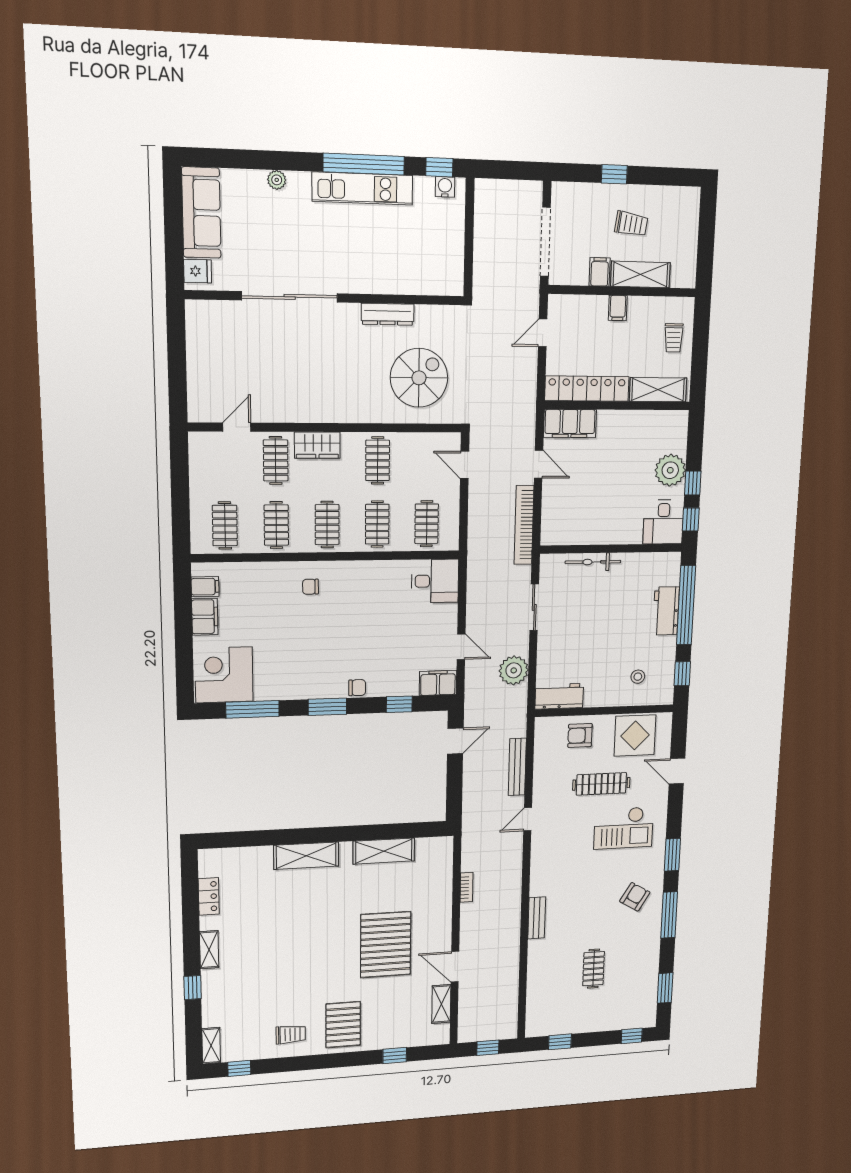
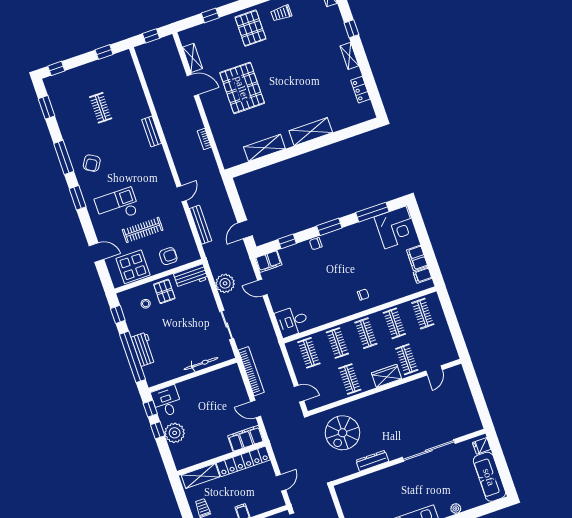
pallet: (605, 686) -> (164, 291), added

